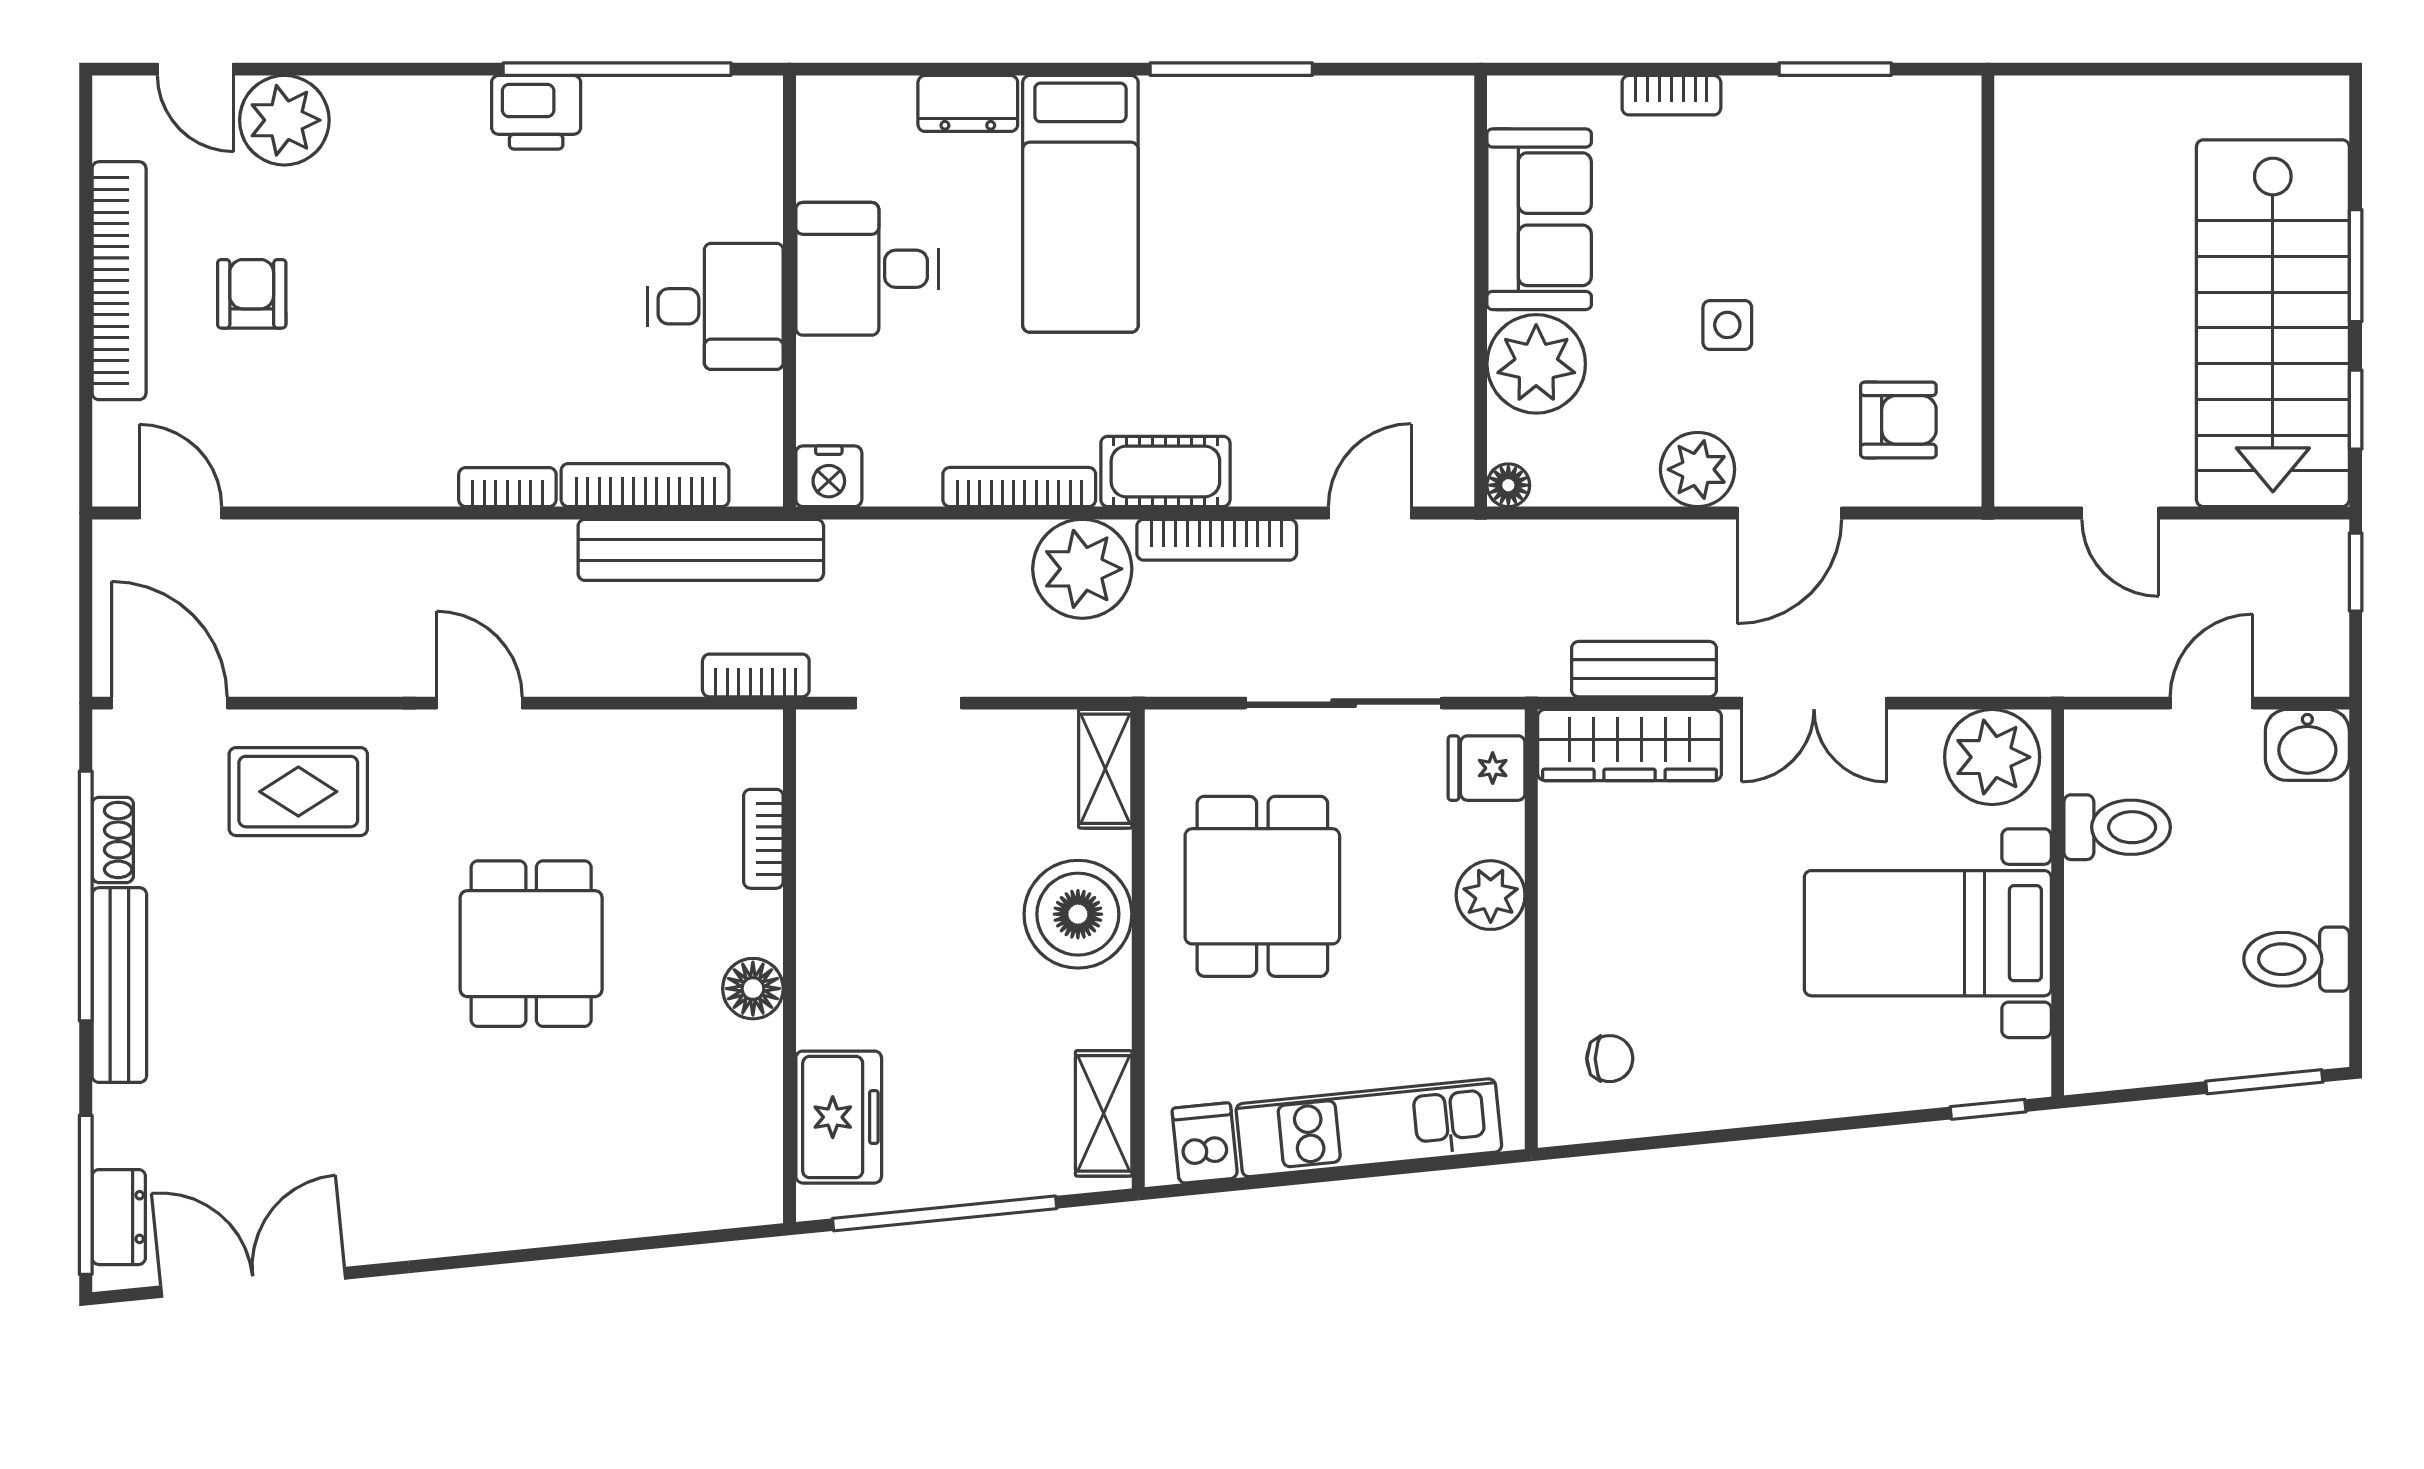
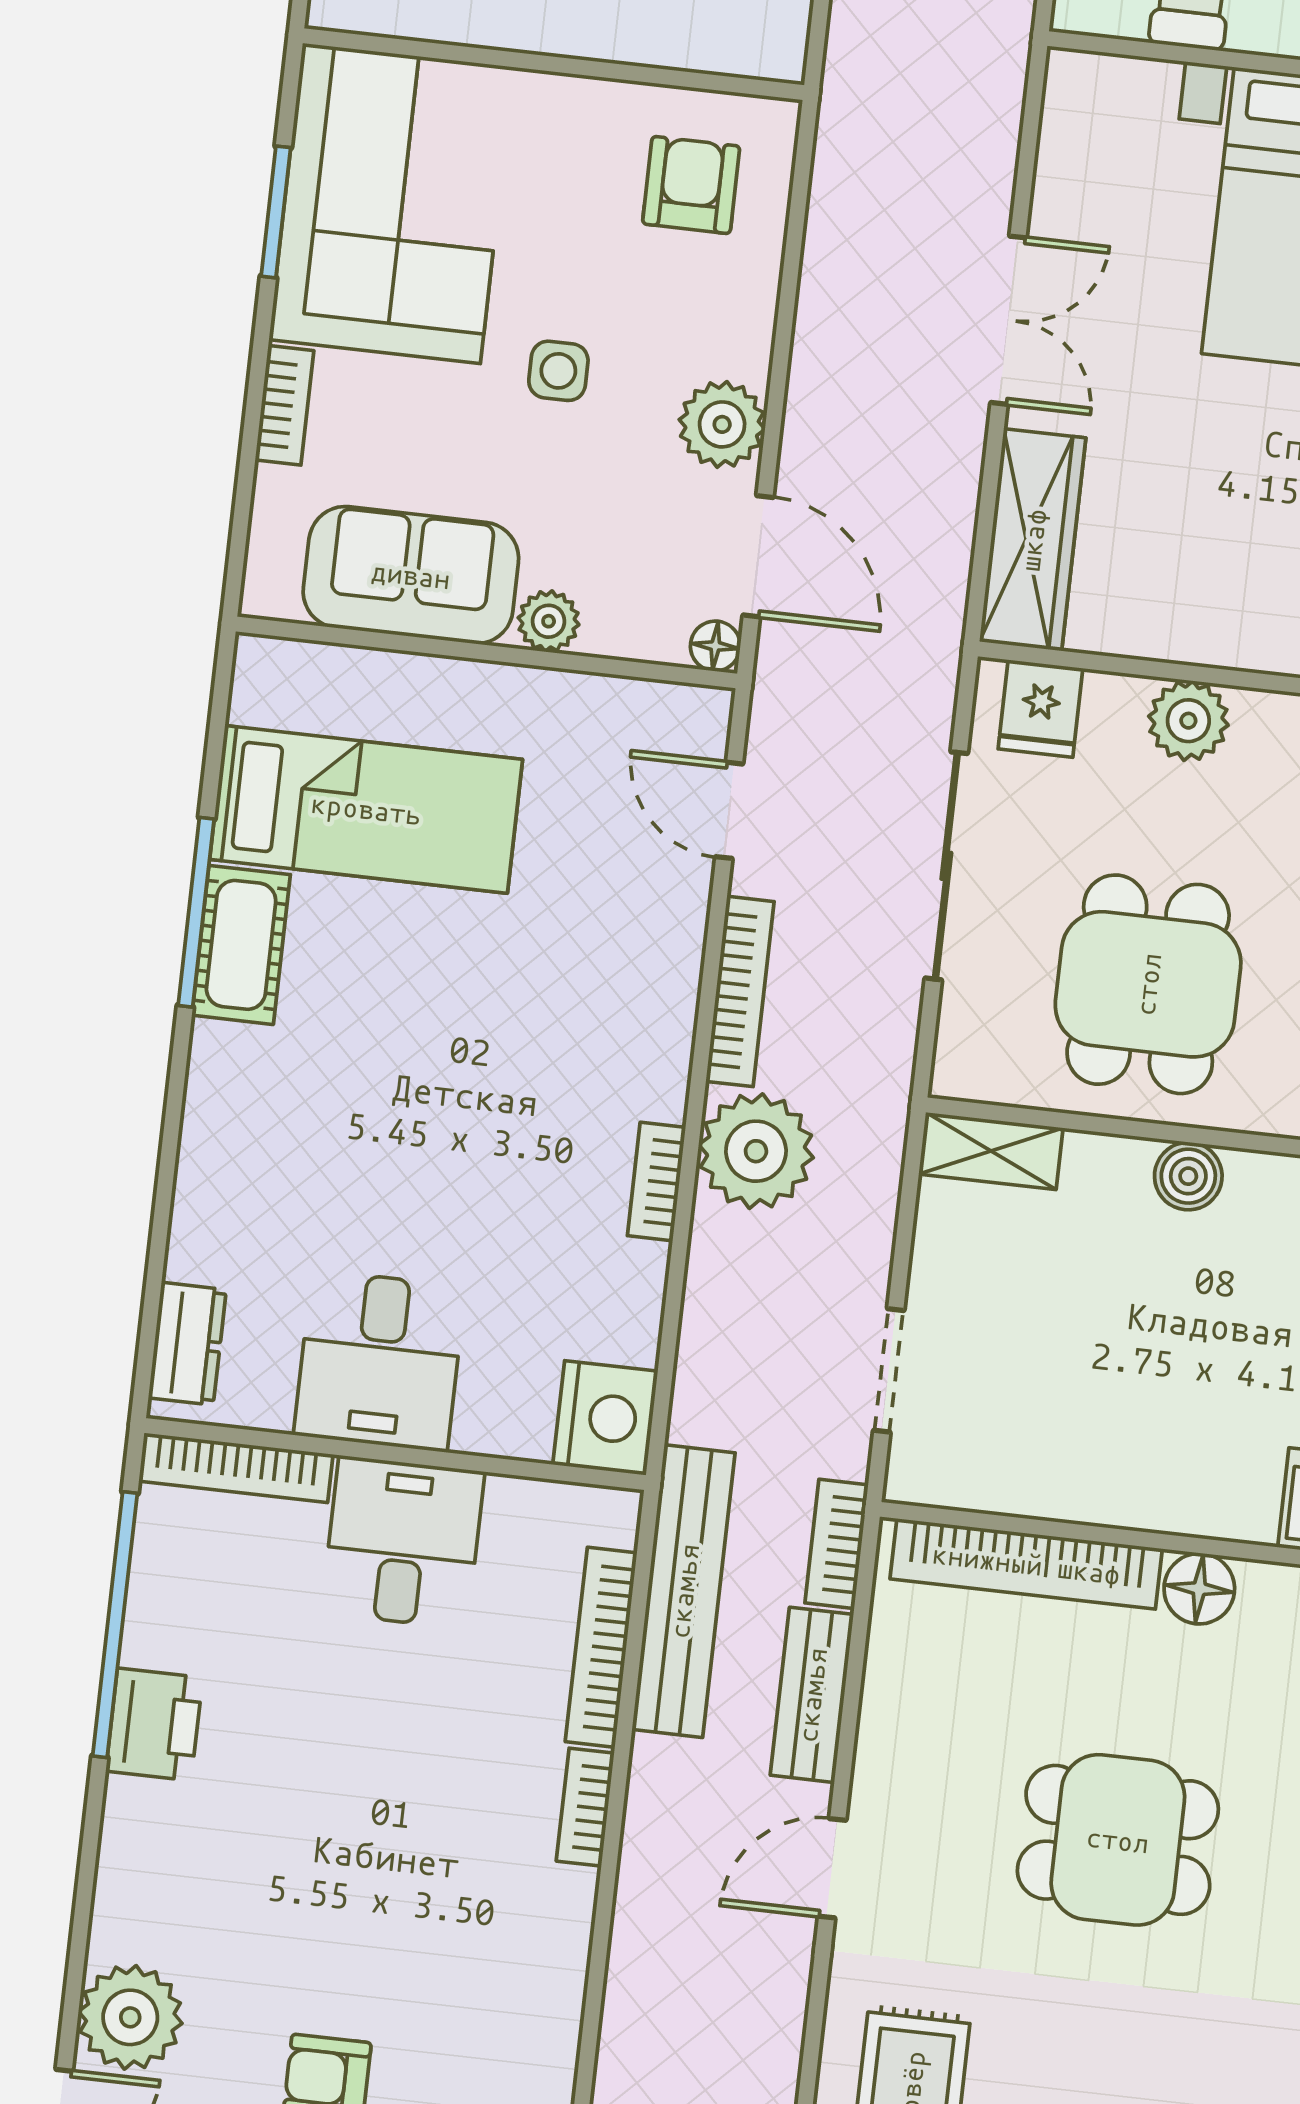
dresser: (968, 103) -> (187, 1344), moved
bookcase: (762, 157) -> (236, 1468), added
corner sofa: (1854, 167) -> (391, 203), added
bed: (1080, 204) -> (366, 809), moved
plant: (1536, 364) -> (549, 621), width x0.53, depth x0.53
cot: (1165, 471) -> (241, 945), moved
nightstand: (829, 476) -> (605, 1418), width x1.36, depth x1.33
bookcase: (1019, 487) -> (656, 1182), width x0.64
door: (1789, 513) -> (758, 556), moved
bench: (1644, 669) -> (812, 1695), moved
plant: (1992, 757) -> (1095, 121), removed
bookcase: (763, 839) -> (1026, 1564), width x2.31, depth x1.31
dining table: (1262, 886) -> (1148, 984), turned 90
boiler: (1078, 914) -> (1188, 1176), width x0.54, depth x0.54

